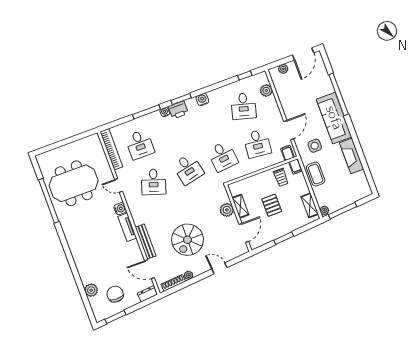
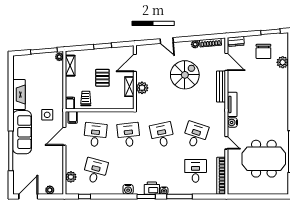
coffee table: (316, 174) -> (55, 90), removed

